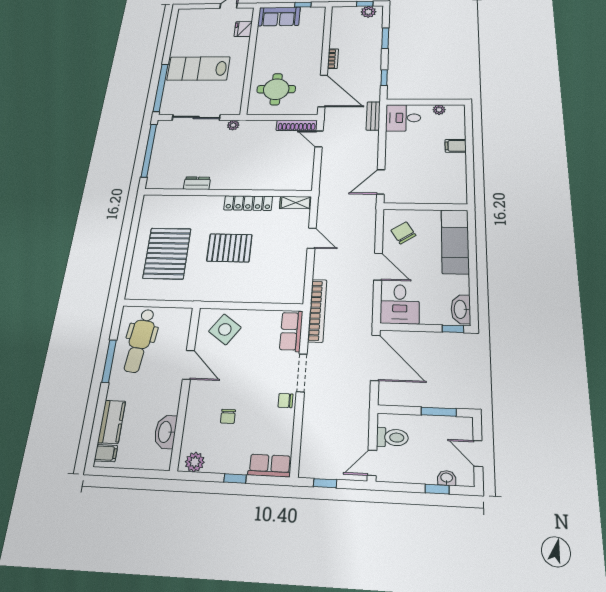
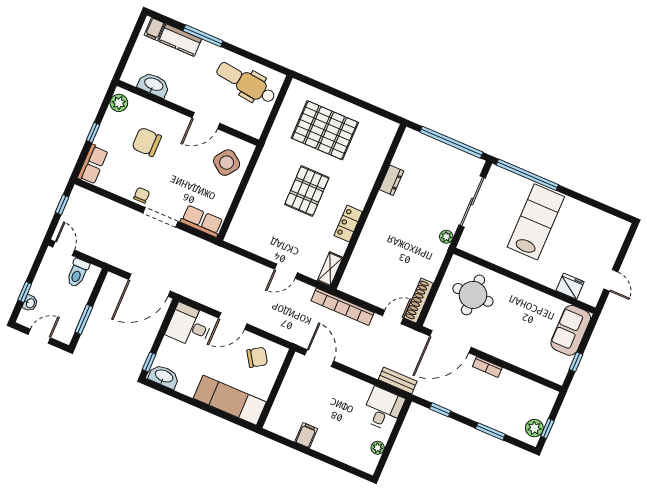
filing cabinet: (456, 146) -> (306, 435), moved
locker: (248, 203) -> (348, 224), width x0.66
bookcase: (317, 310) -> (343, 307), moved
window: (109, 361) -> (203, 36), moved
chair: (228, 416) -> (147, 142), width x1.87, depth x1.87

